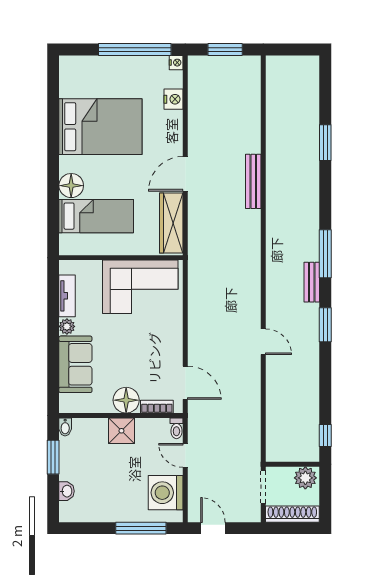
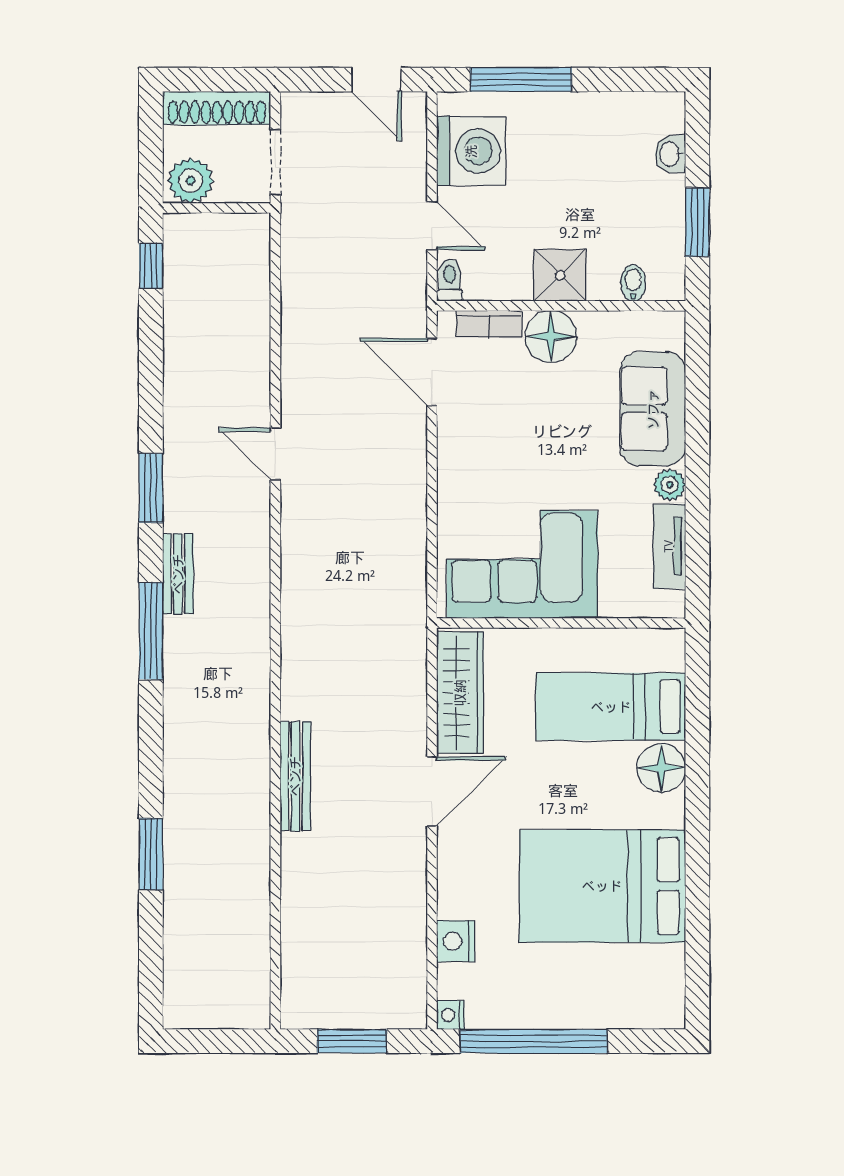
bidet: (65, 427) -> (633, 283), moved

